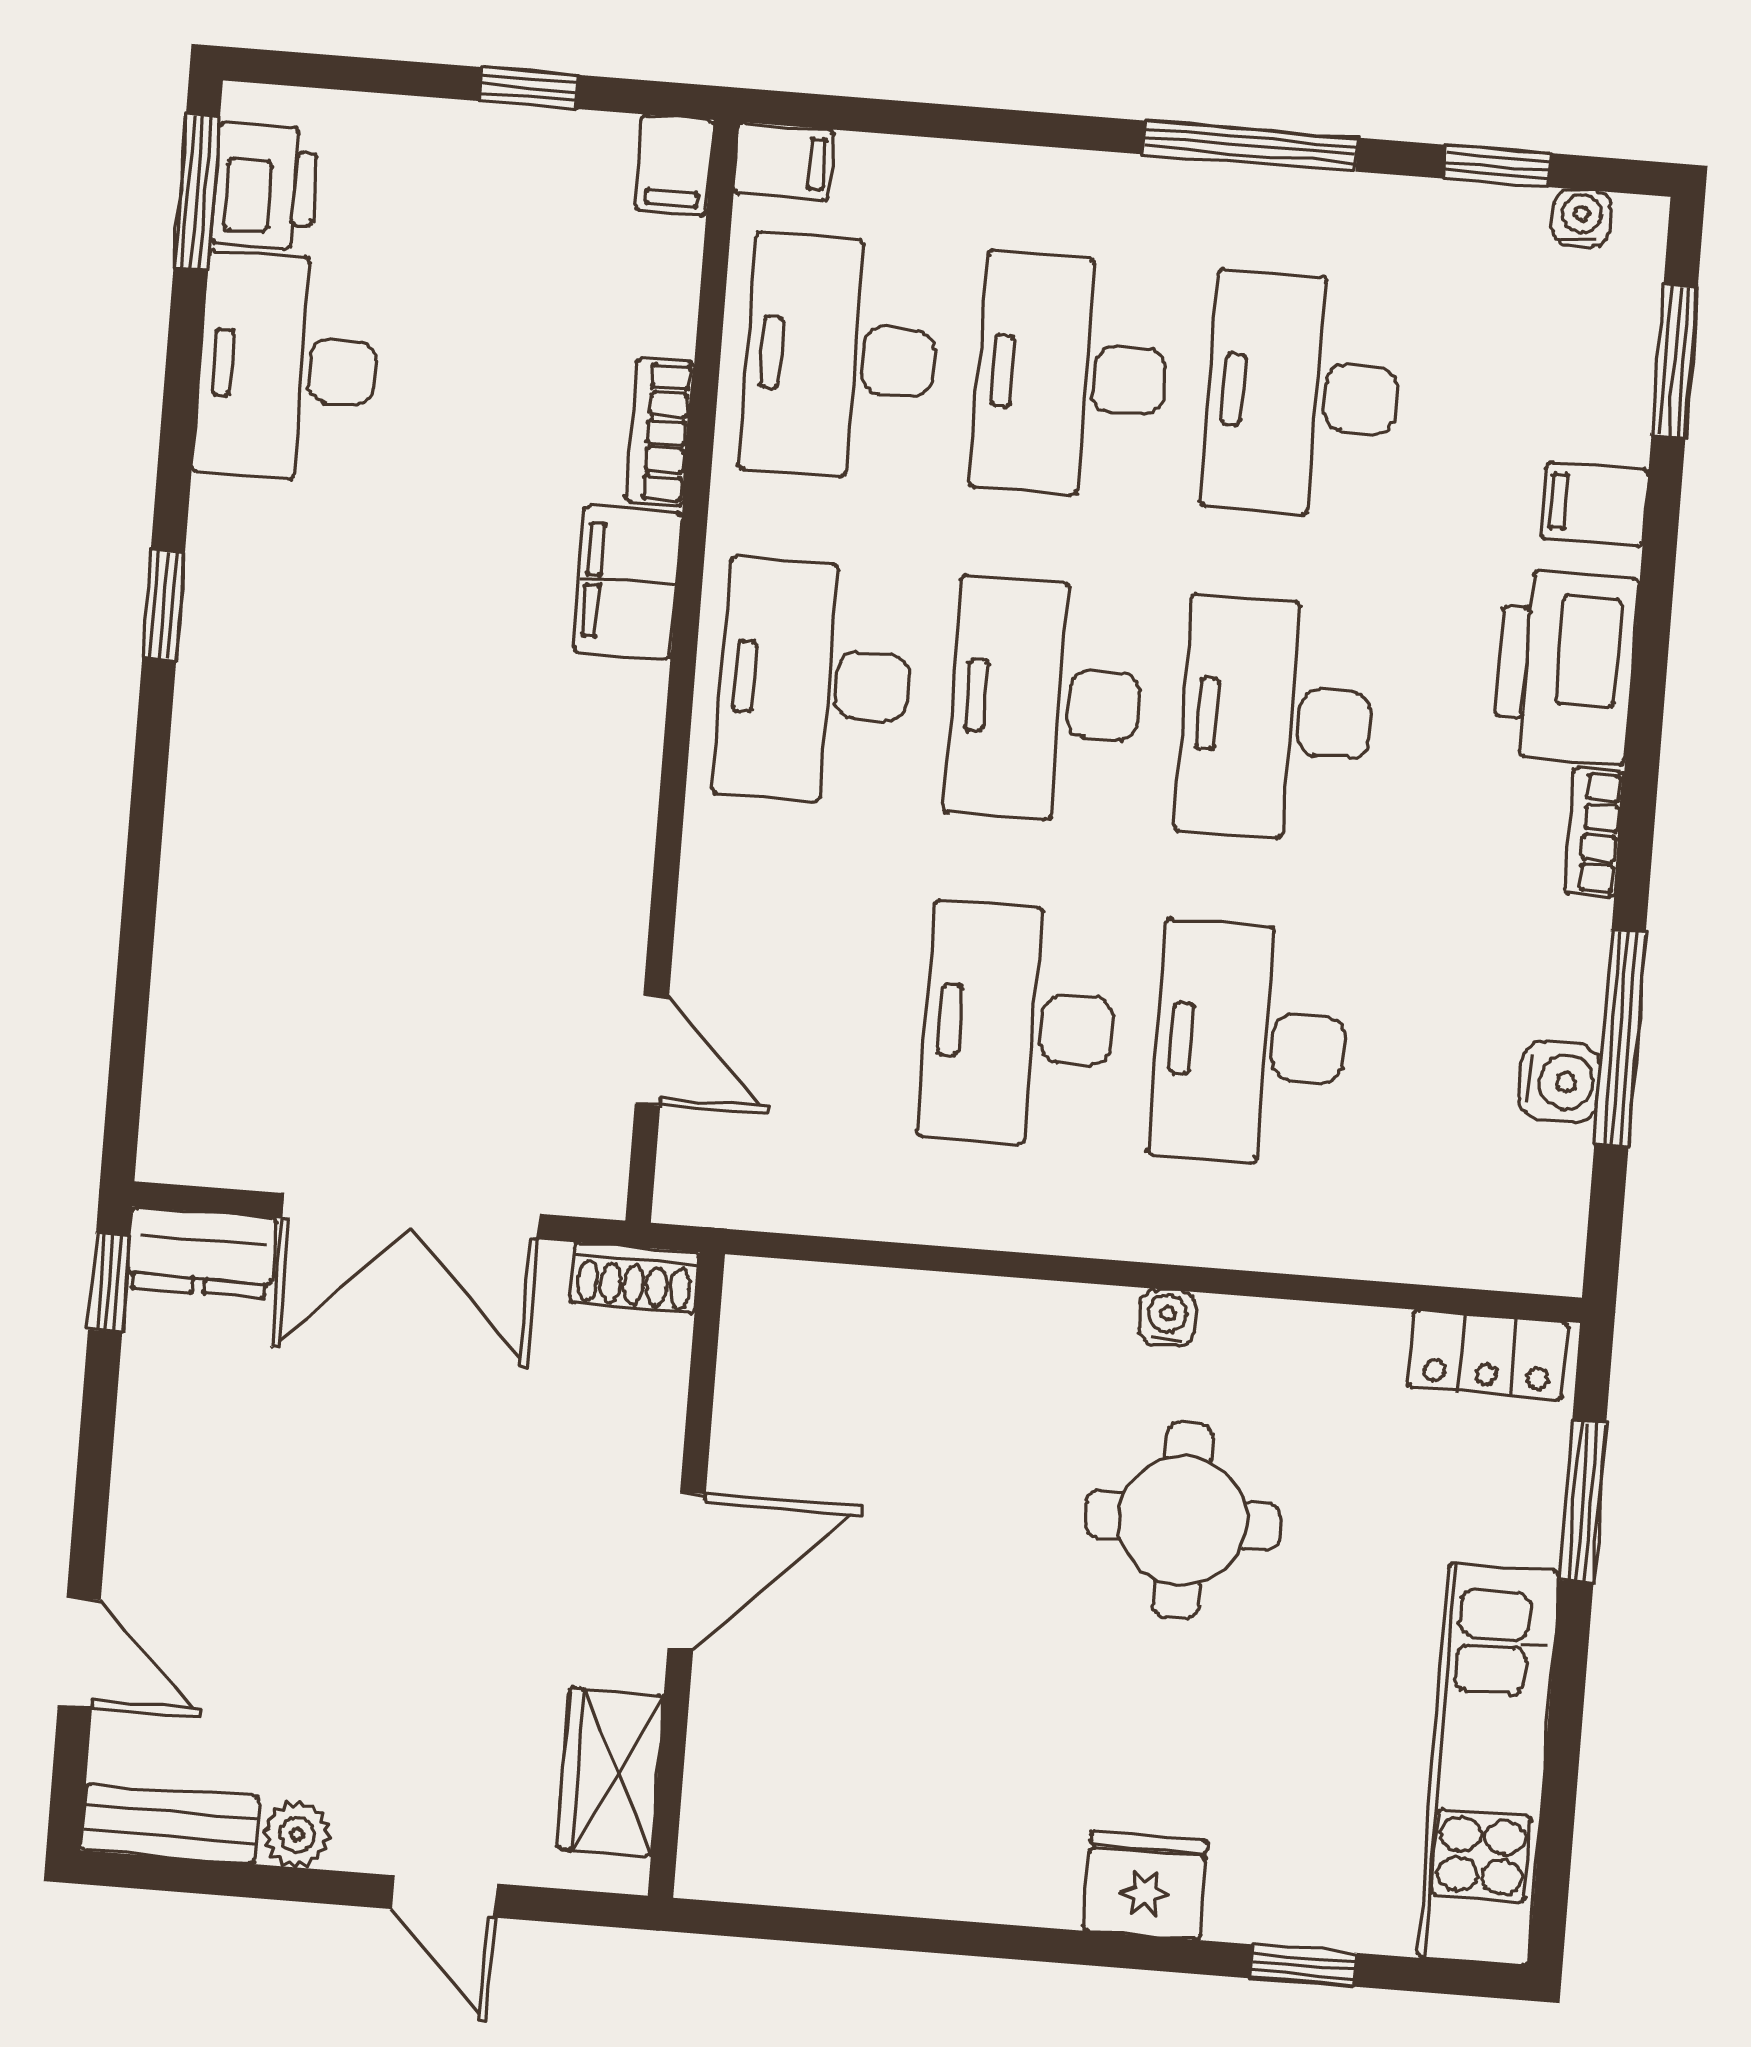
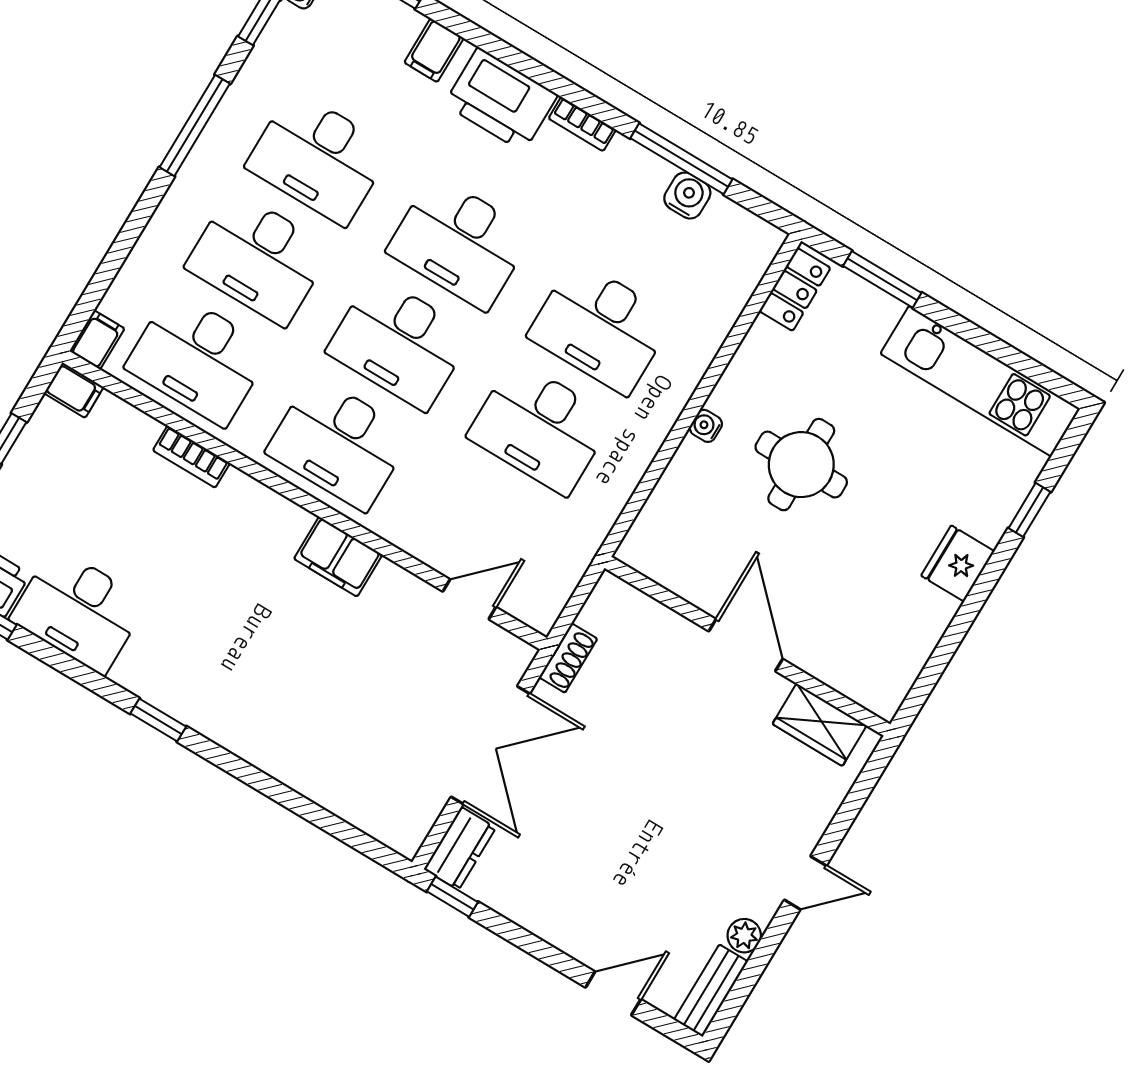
filing cabinet: (628, 583) -> (338, 557), moved
door: (687, 1571) -> (746, 645), moved
wall: (686, 1575) -> (747, 646), moved
wardrobe: (610, 1772) -> (820, 725), moved

